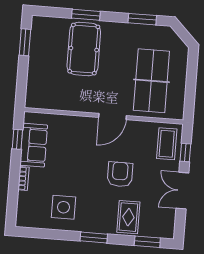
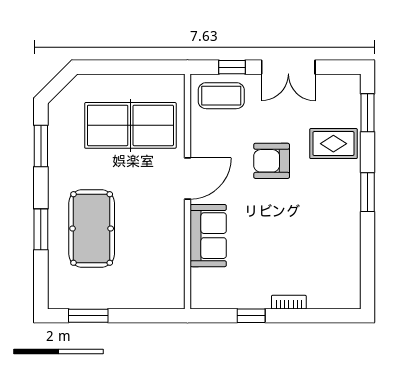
pool table: (84, 49) -> (92, 228), turned 90
door: (113, 117) -> (187, 178), hinge flipped
window: (17, 139) -> (251, 316), moved
sofa: (34, 145) -> (208, 236), moved, turned 90
side table: (63, 207) -> (326, 240), removed

